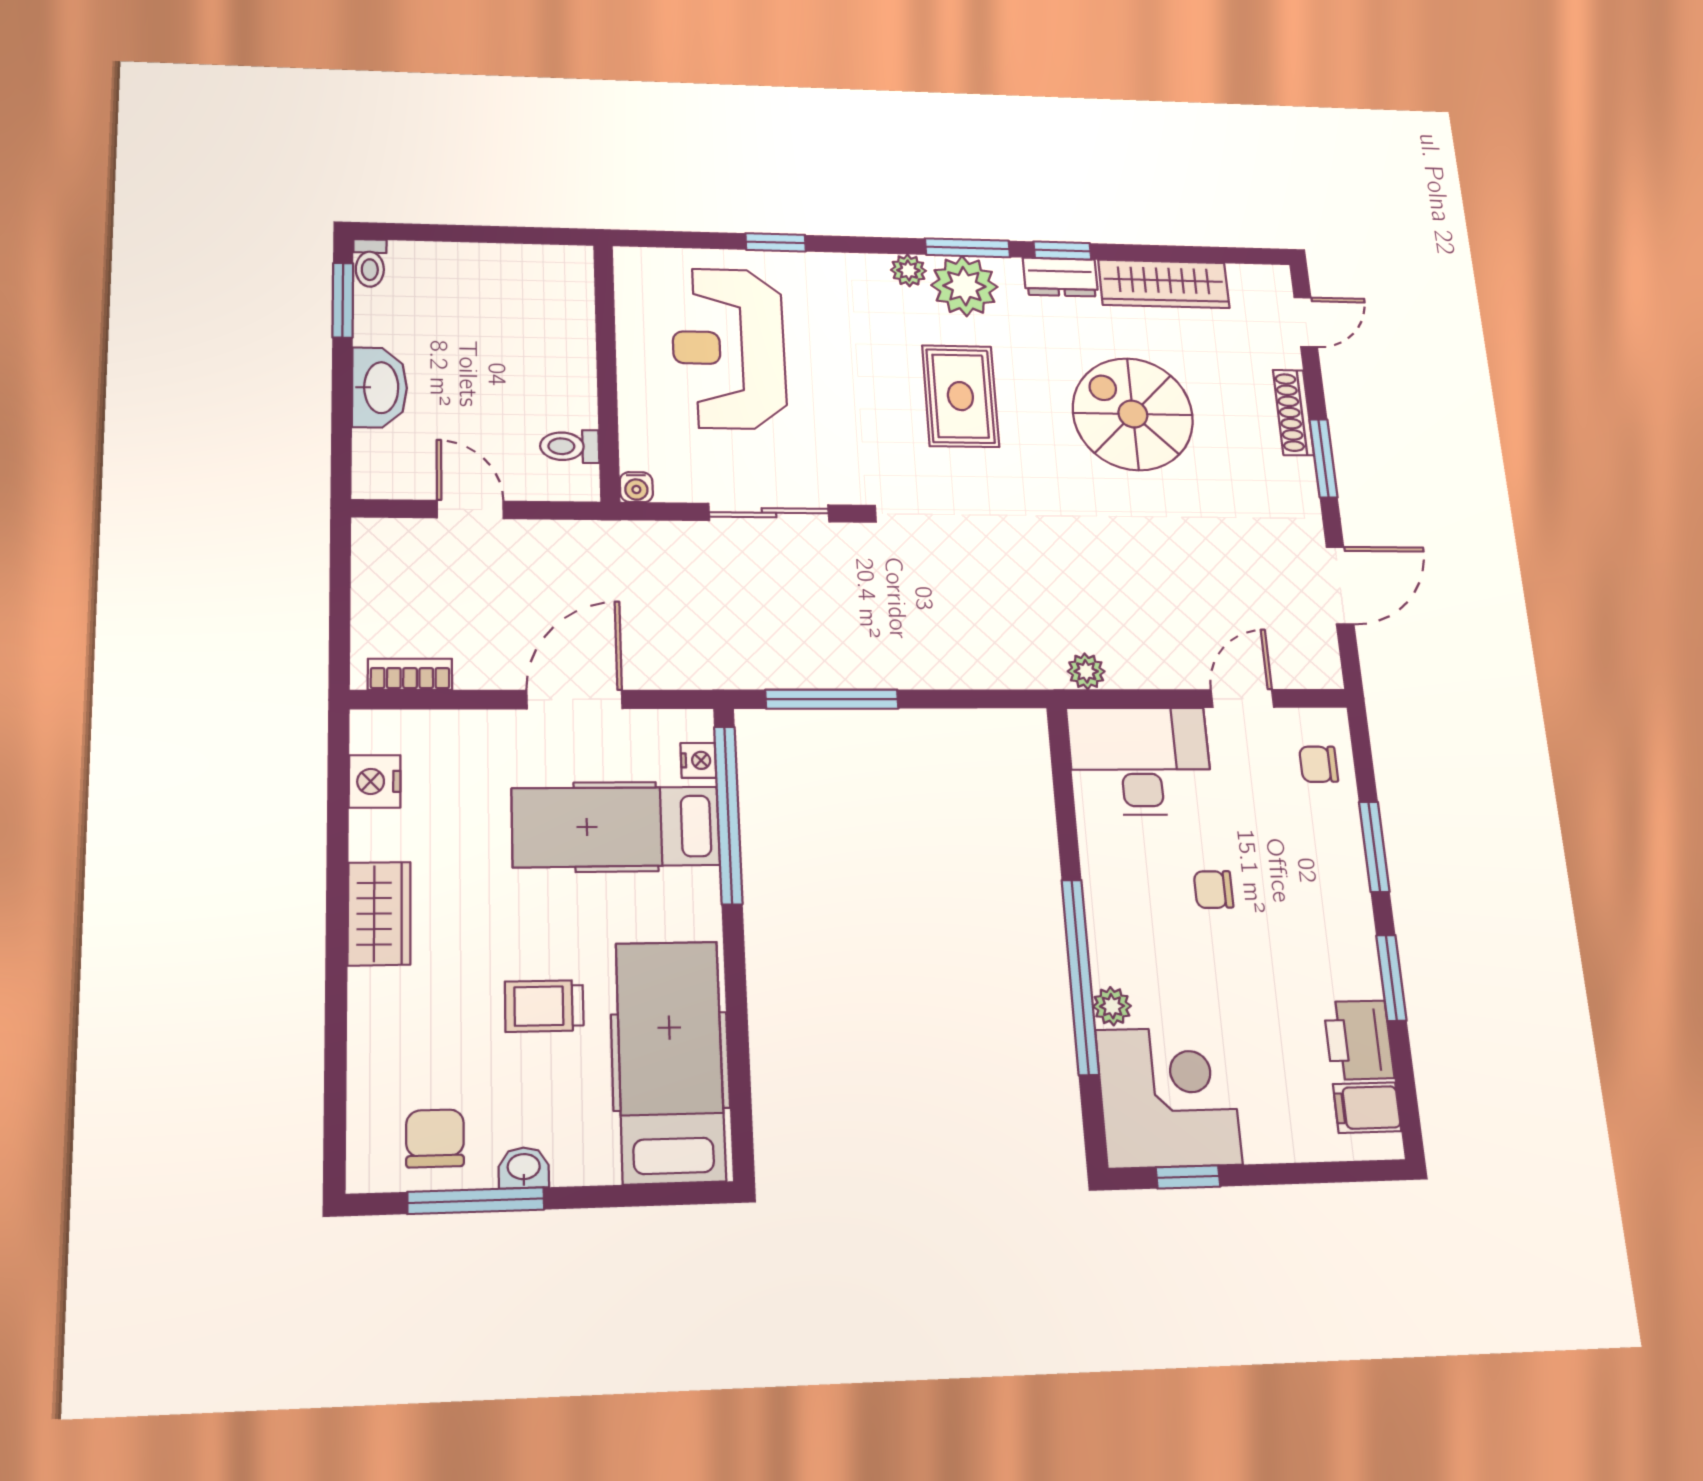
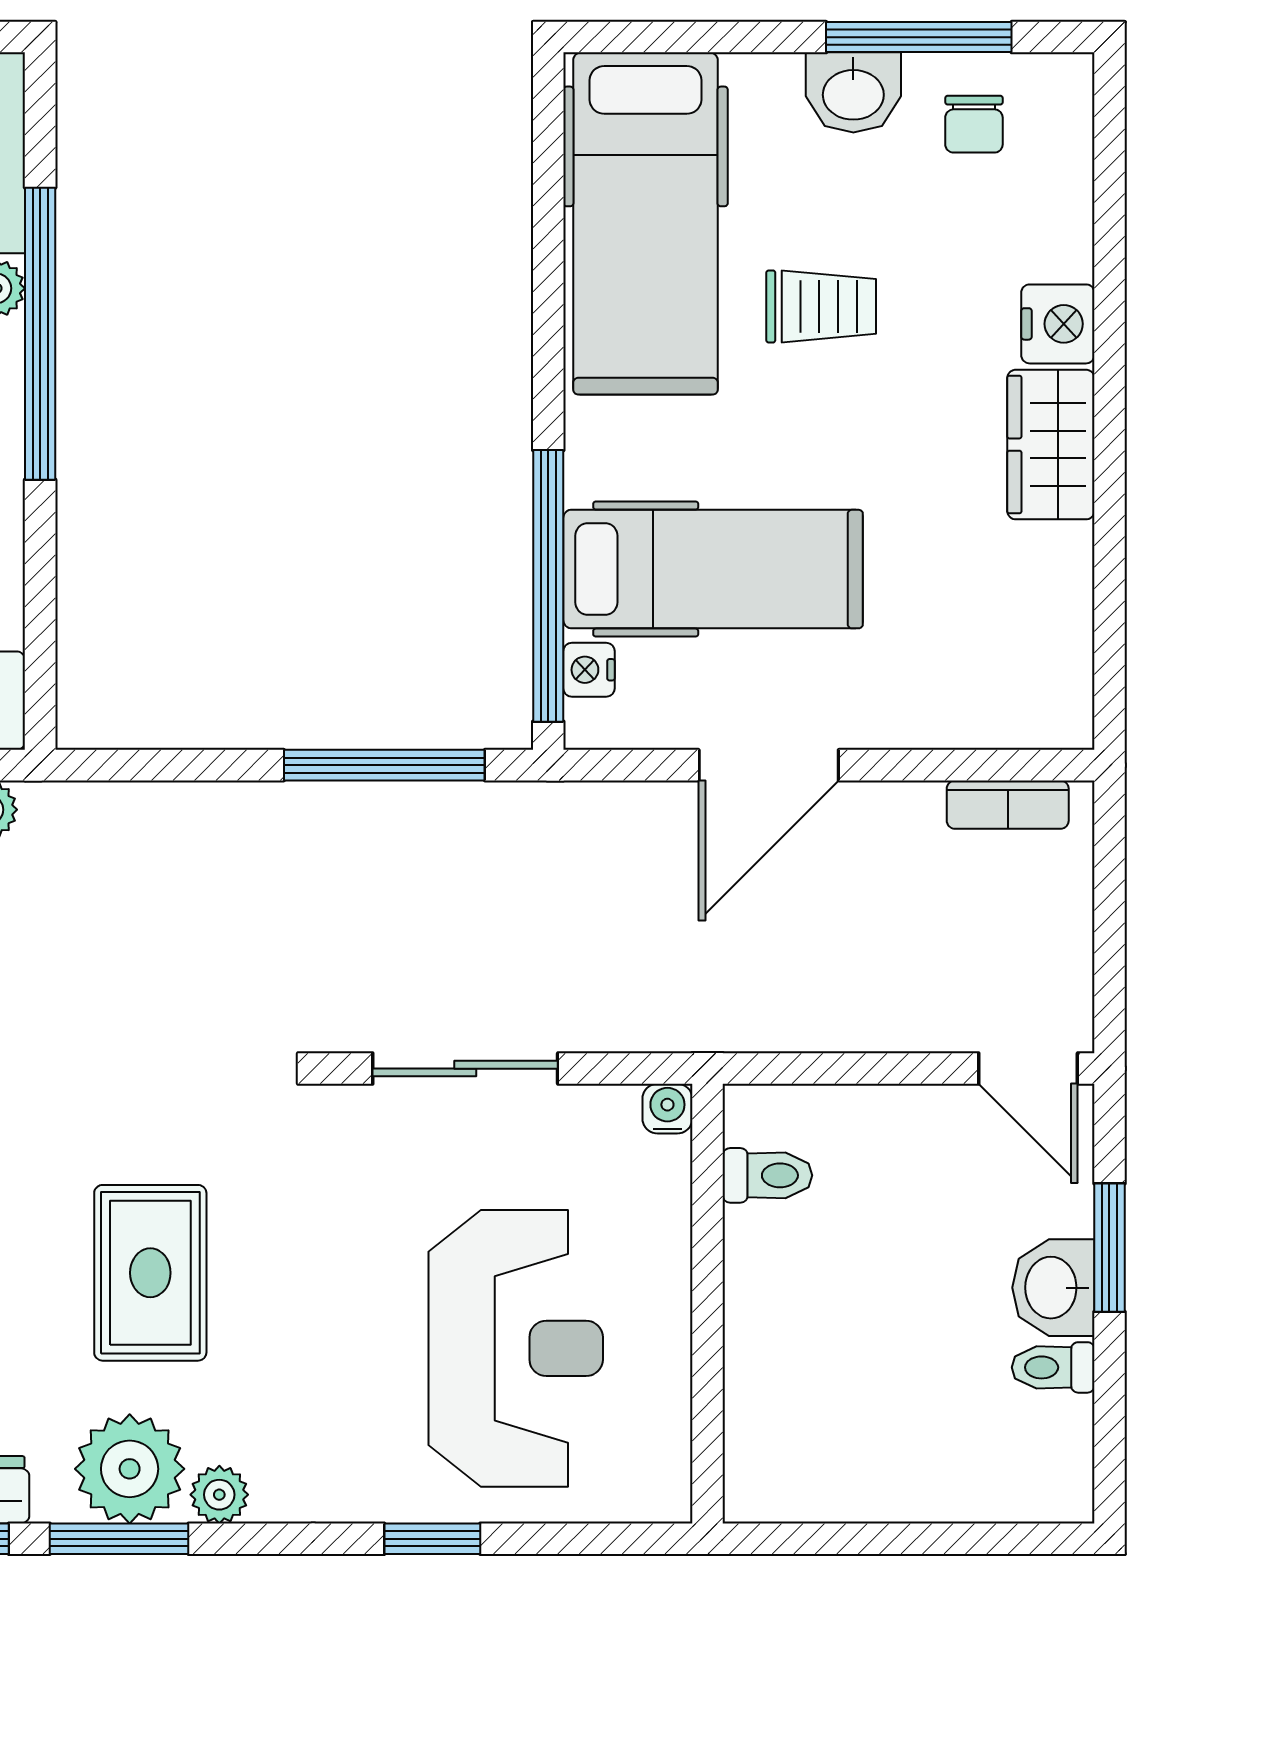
toilet: (370, 263) -> (1053, 1367), moved, turned -90
window: (343, 300) -> (1109, 1248), moved
washbasin: (380, 388) -> (1053, 1288), width x0.72
door: (470, 509) -> (1028, 1069), moved
nightstand: (375, 781) -> (1058, 324), moved
chair: (435, 1138) -> (974, 124), width x0.73, depth x0.73
washbasin: (524, 1168) -> (853, 92), width x1.38, depth x1.45

